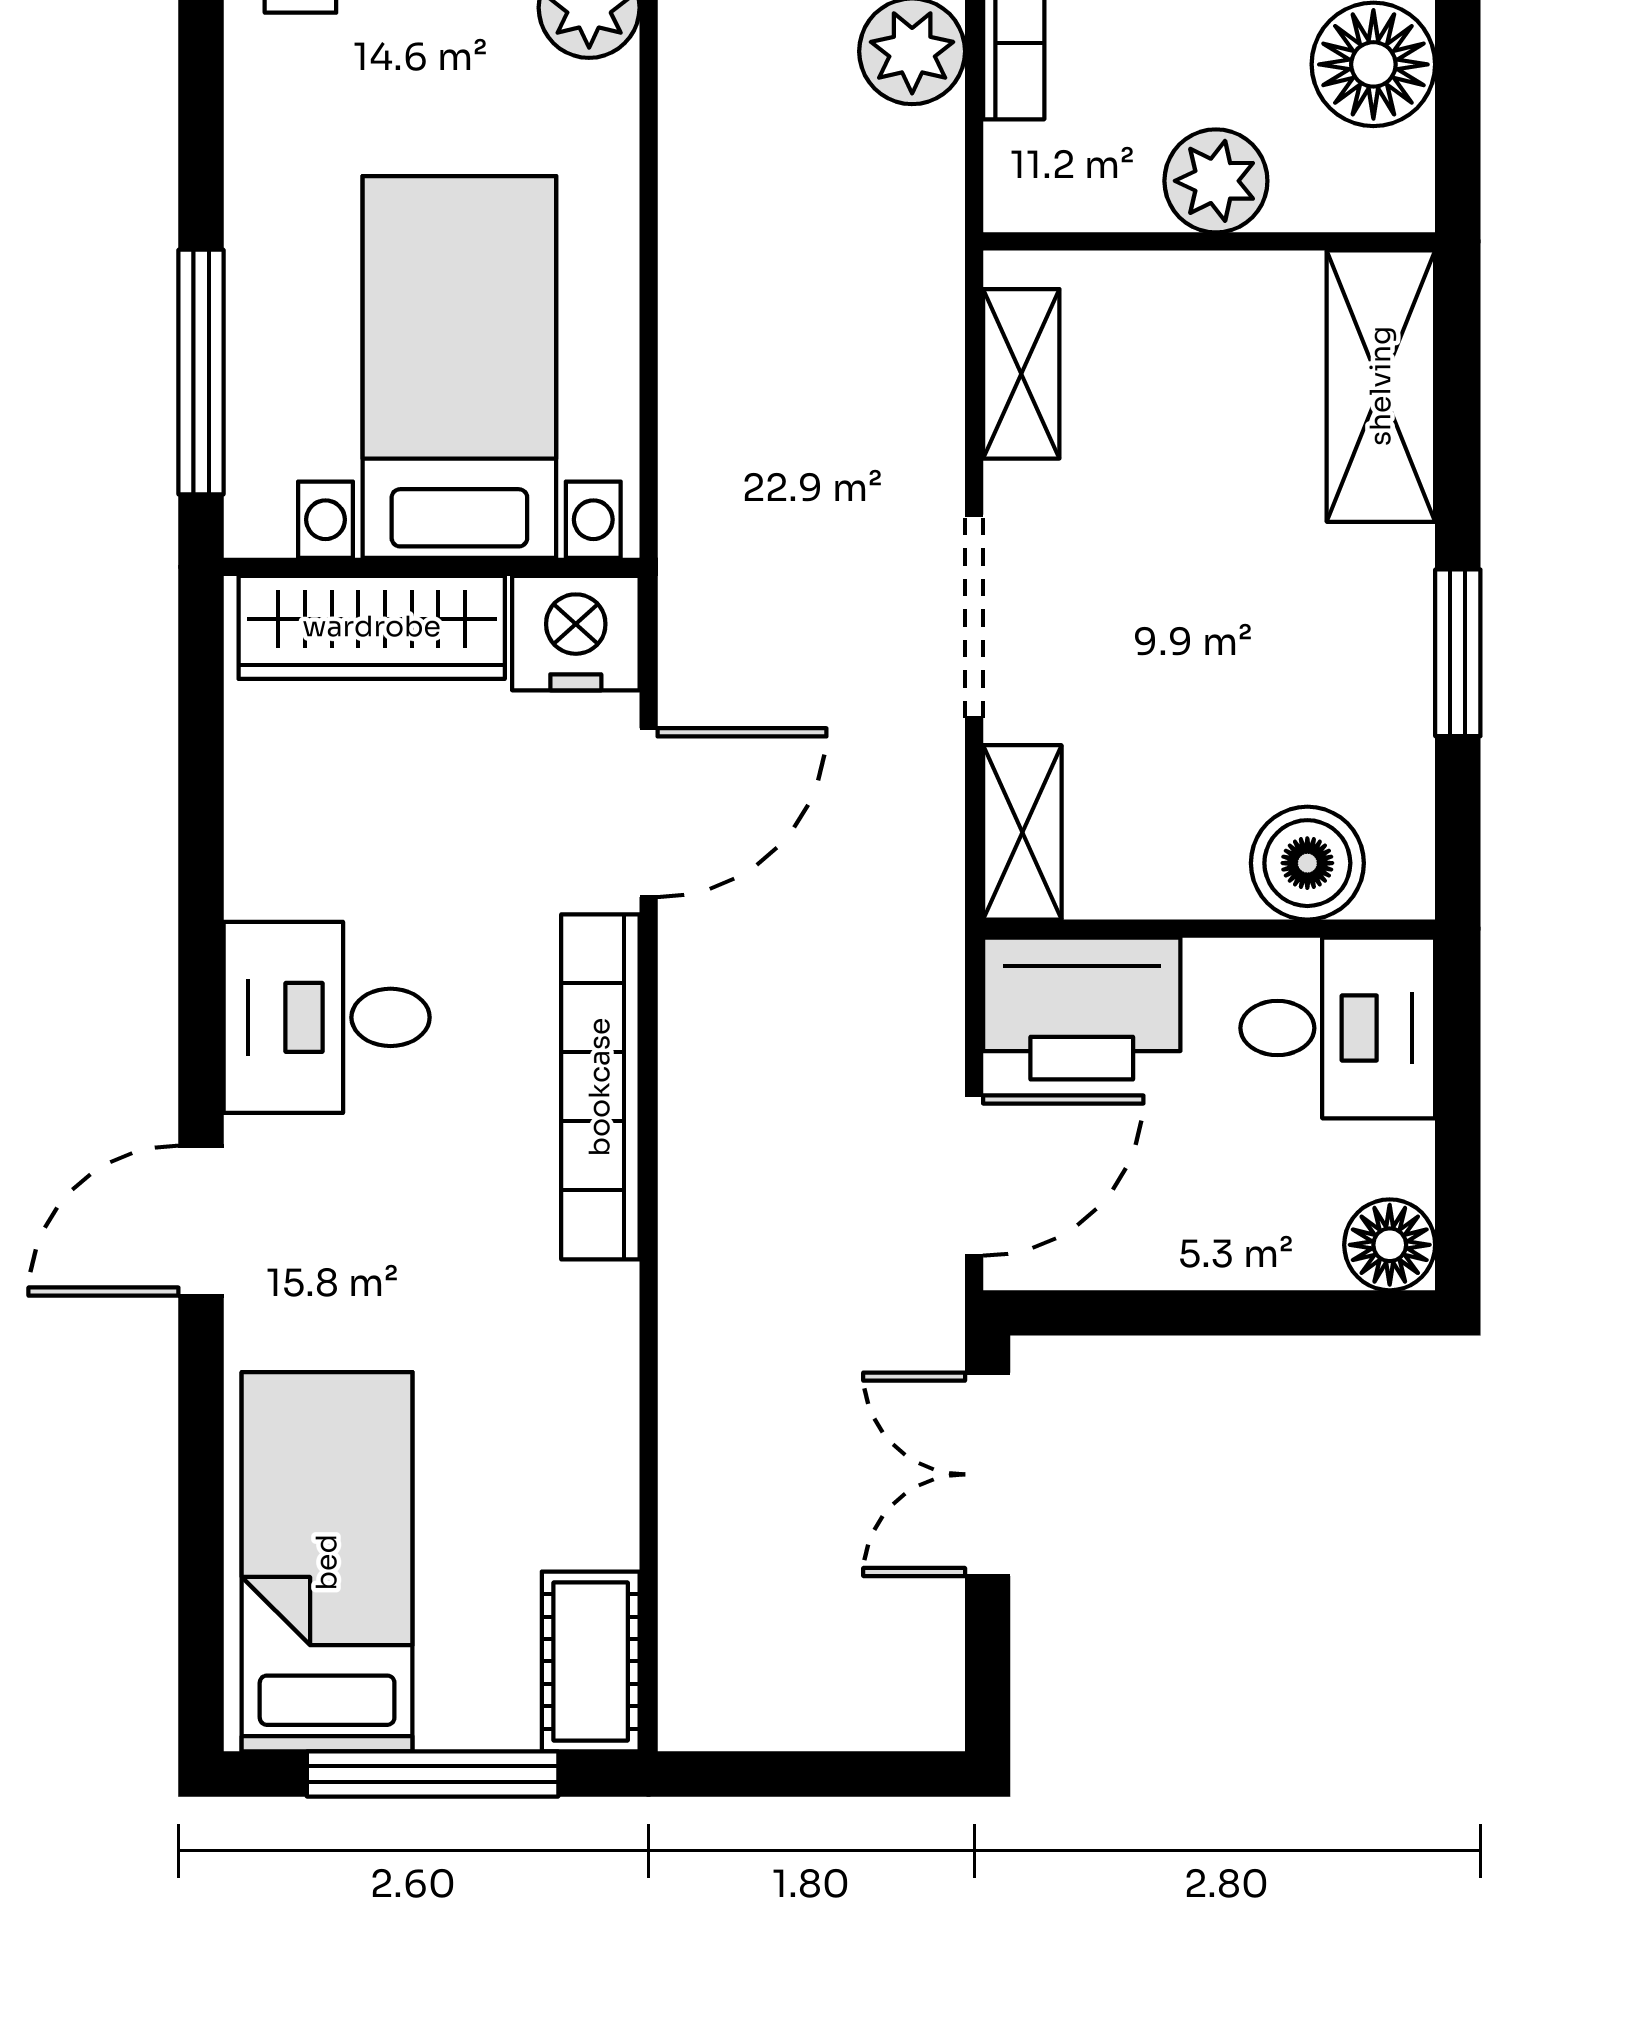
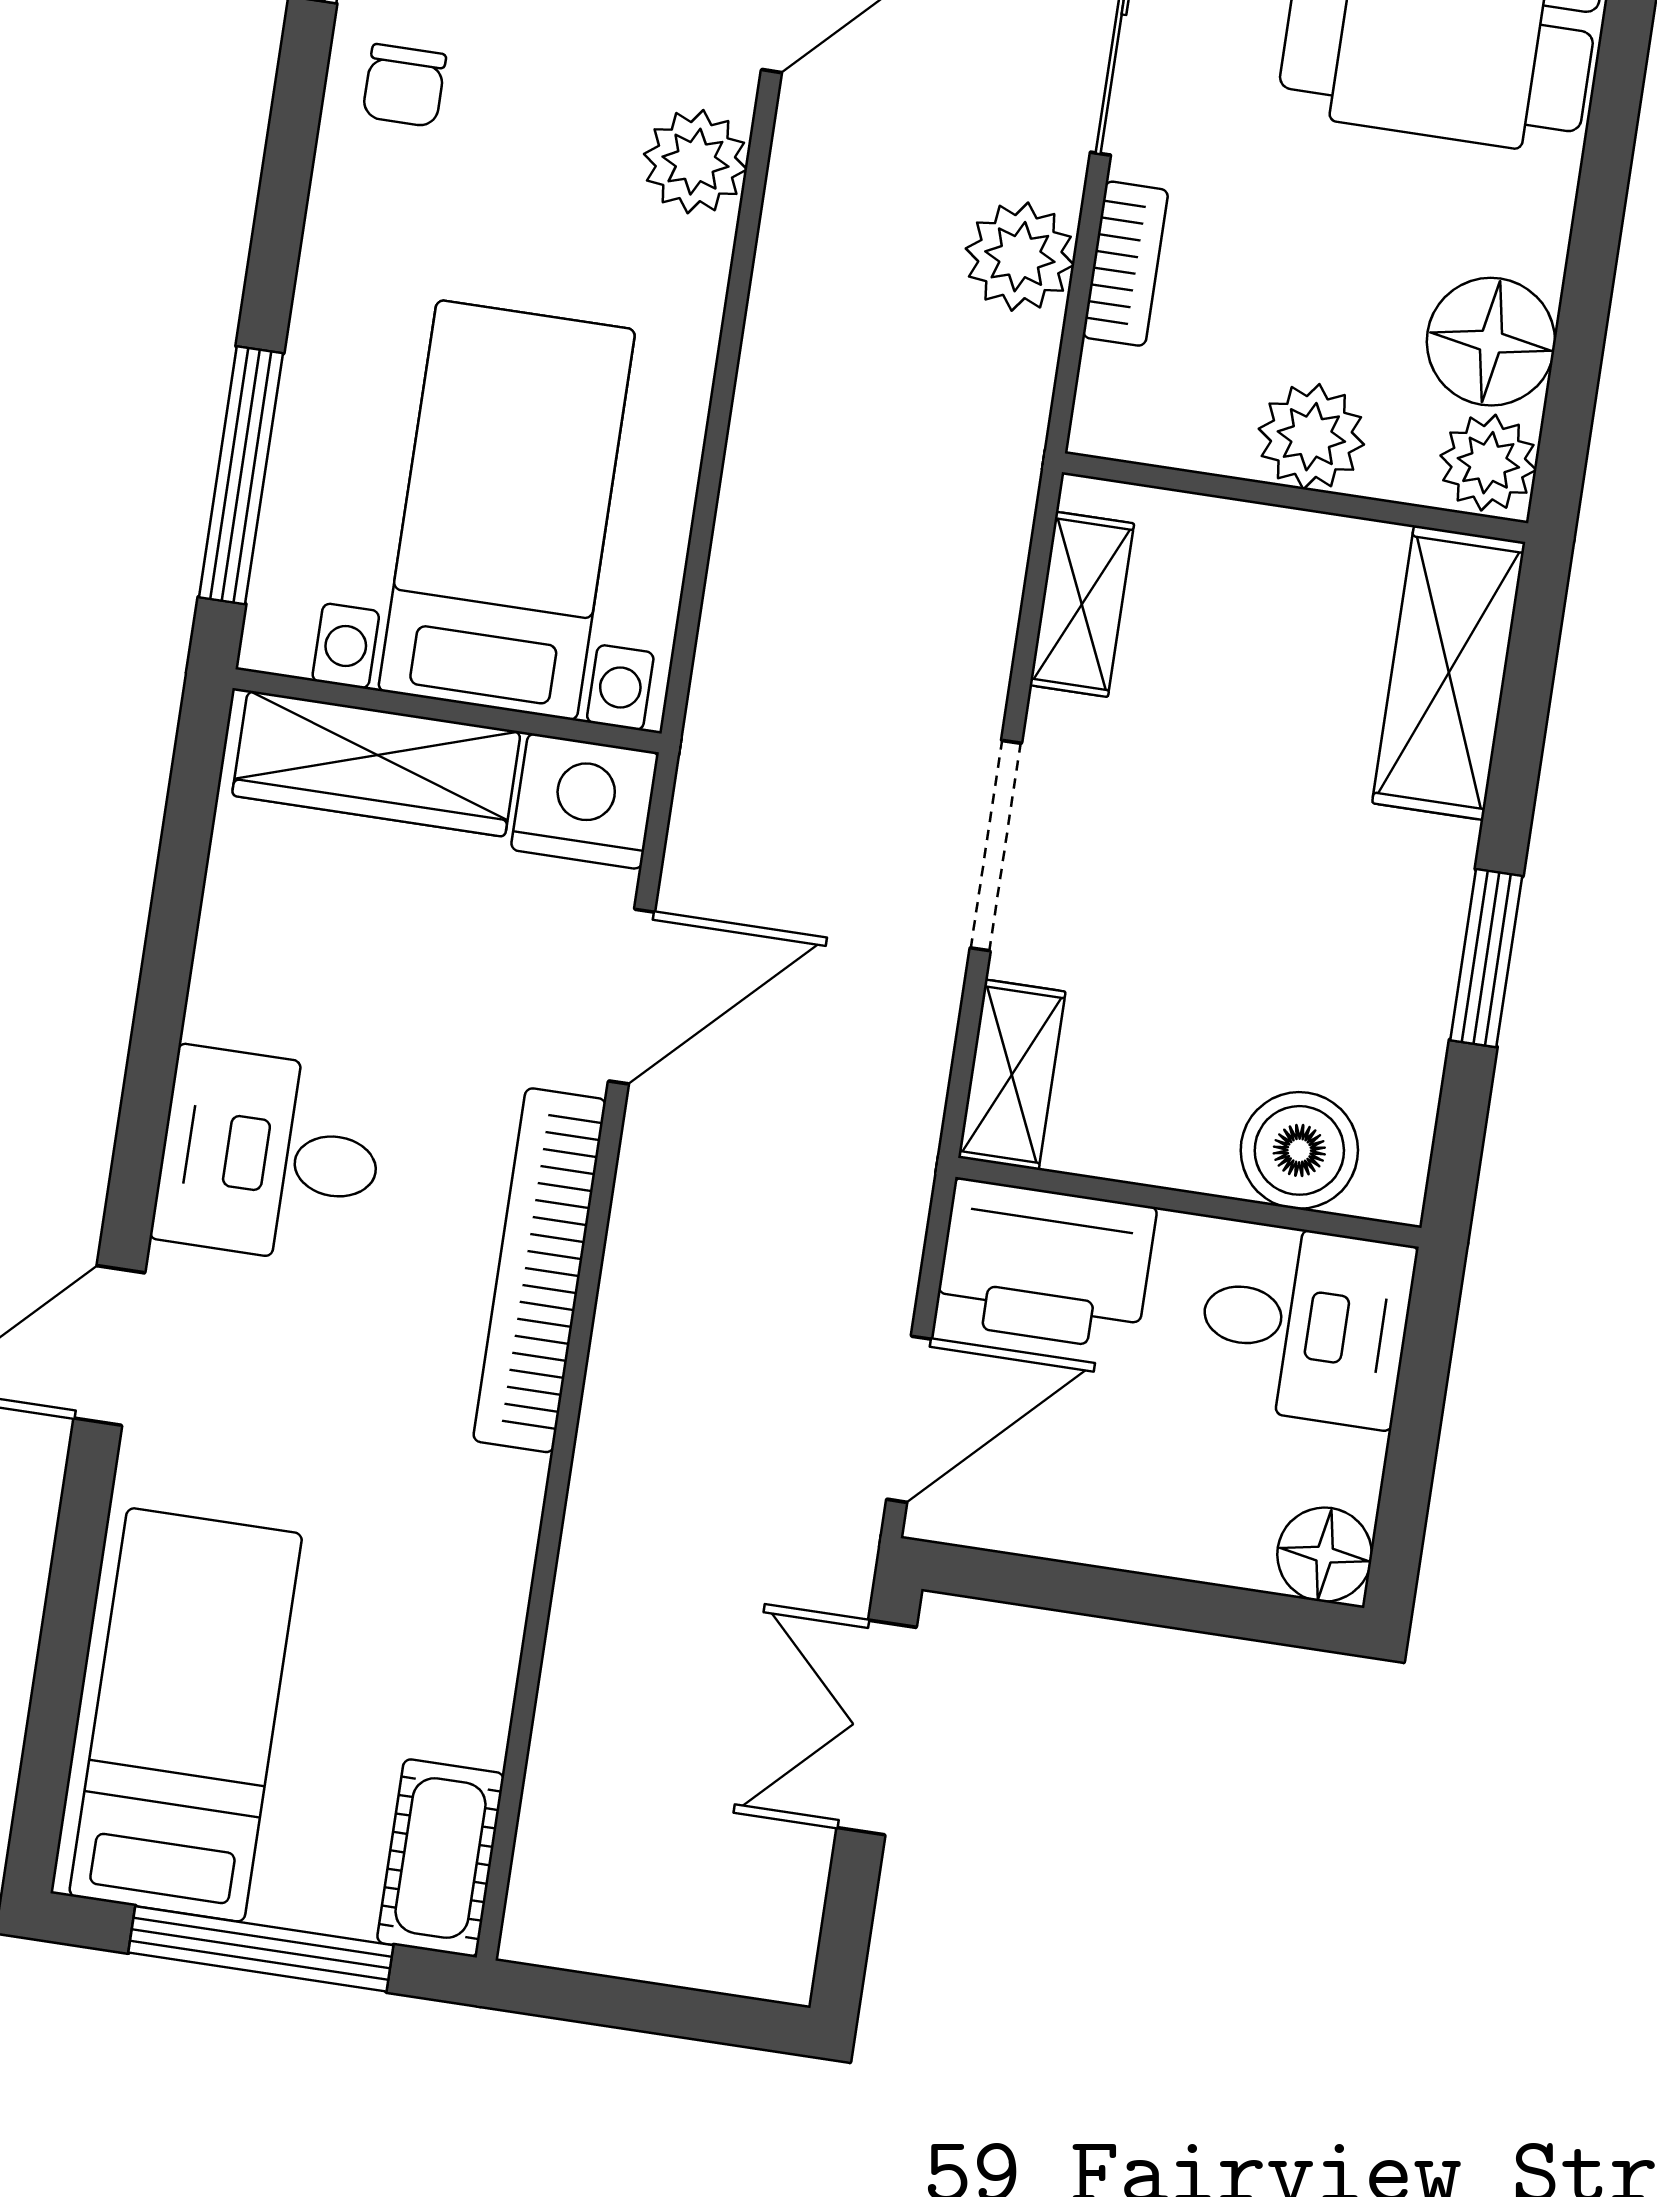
plant: (1388, 180) -> (1488, 463), added

